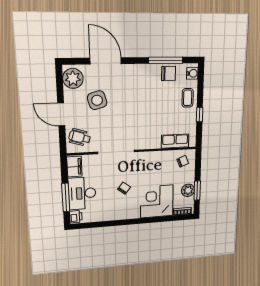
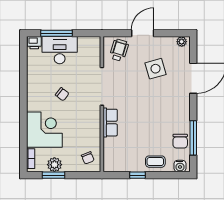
plant: (73, 78) -> (182, 42), width x0.53, depth x0.53
row of seats: (175, 141) -> (110, 123), moved
filing cabinet: (74, 167) -> (89, 44), removed

